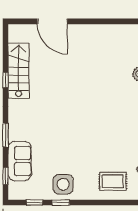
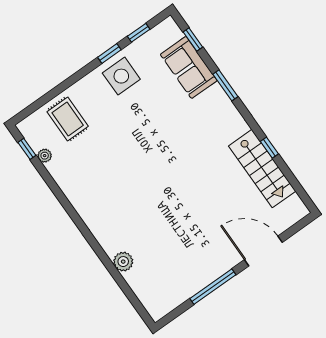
window: (97, 21) -> (213, 287), added
rug: (113, 181) -> (68, 119), turned 90

